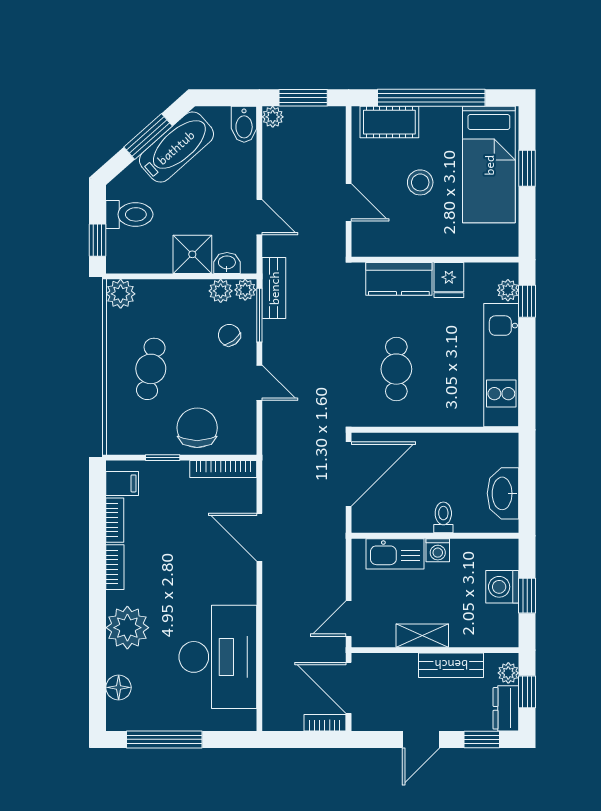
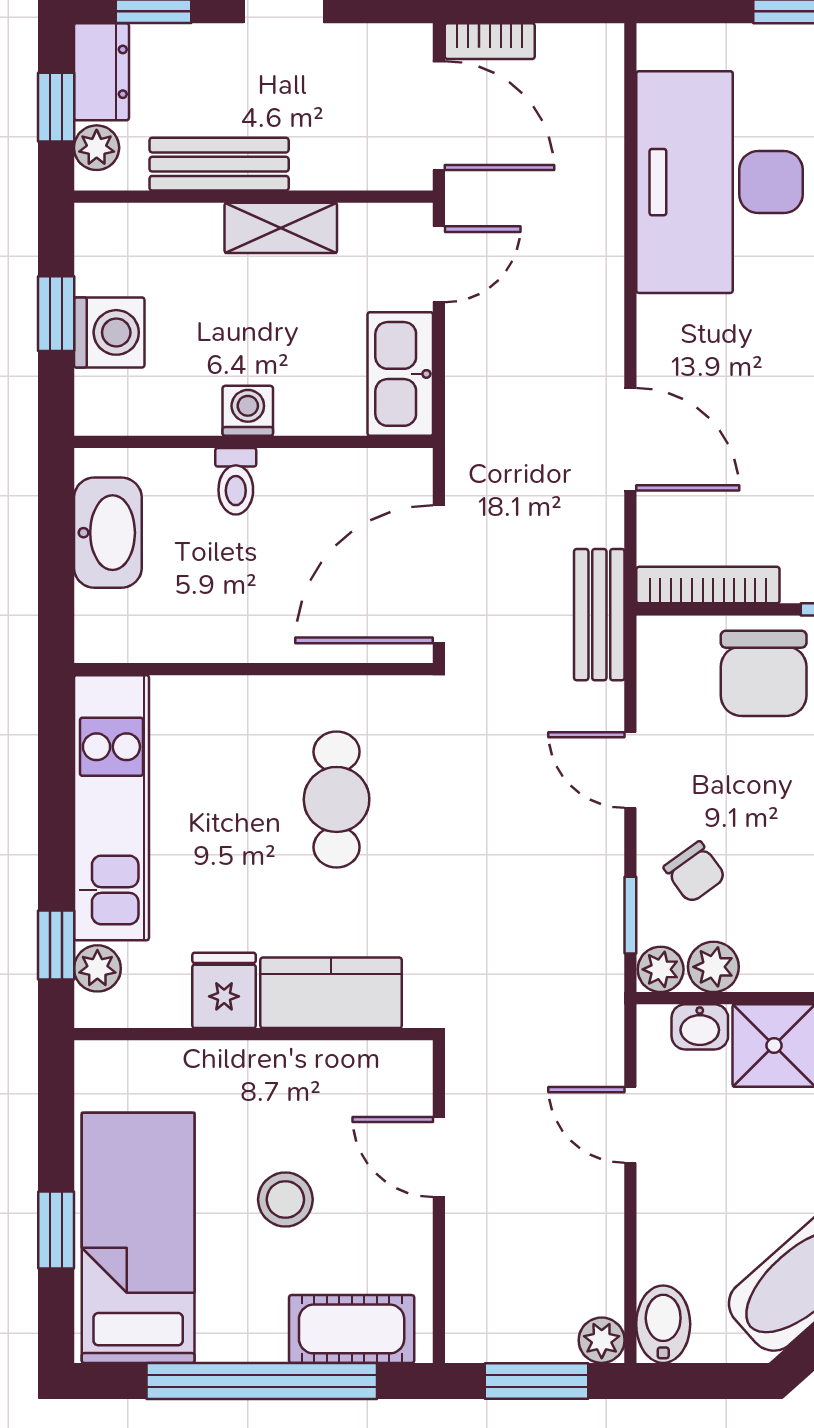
bench: (274, 288) -> (599, 615), moved
window: (259, 315) -> (630, 915), width x0.67
kitchen sink: (395, 554) -> (400, 374), moved, turned -90

